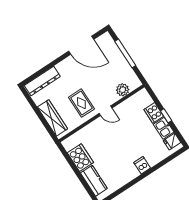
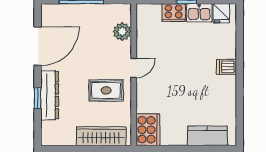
window: (50, 65) -> (38, 98), added
dresser: (42, 81) -> (50, 95), moved
cooker: (80, 158) -> (148, 130), moved, turned 90

